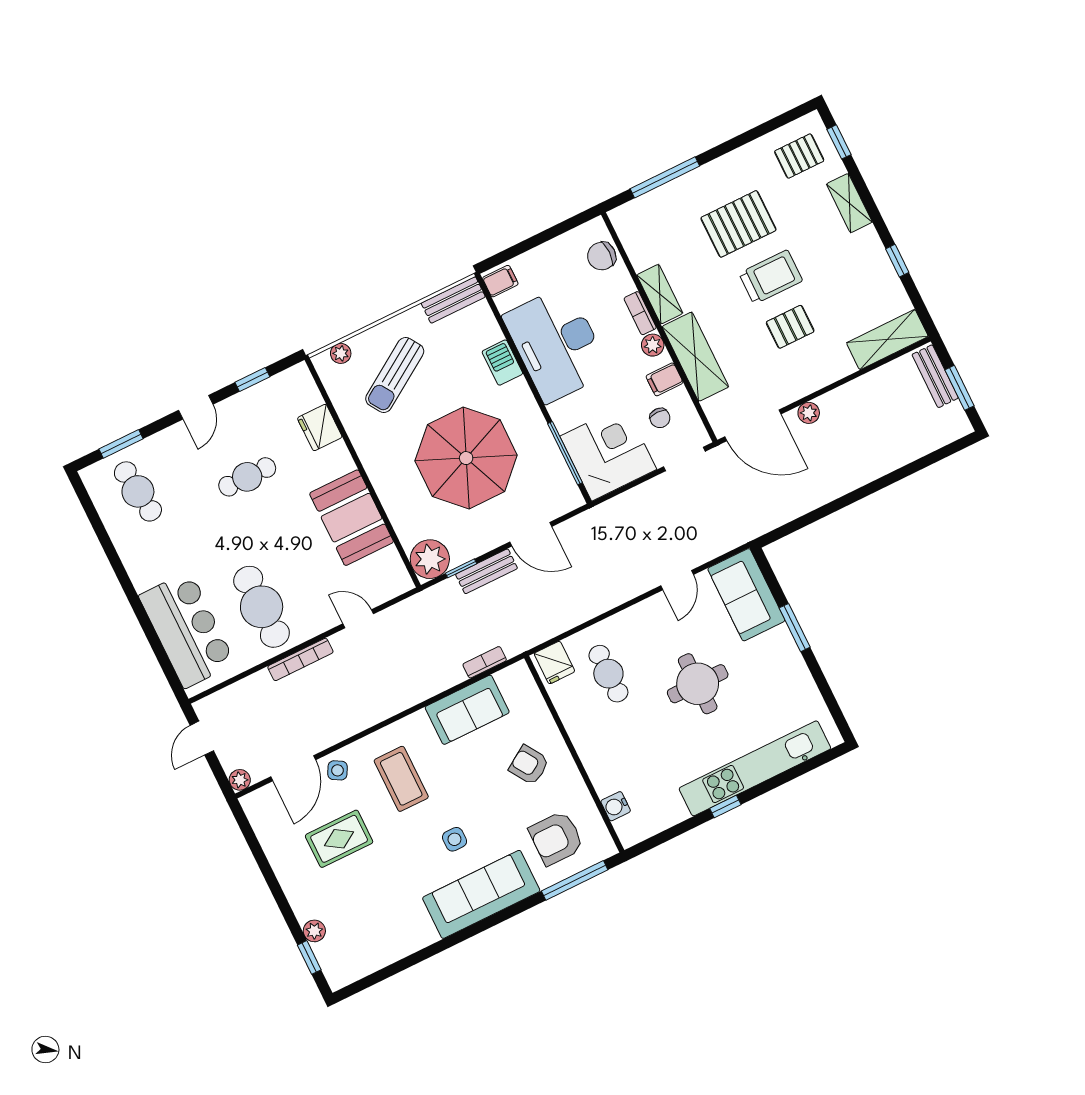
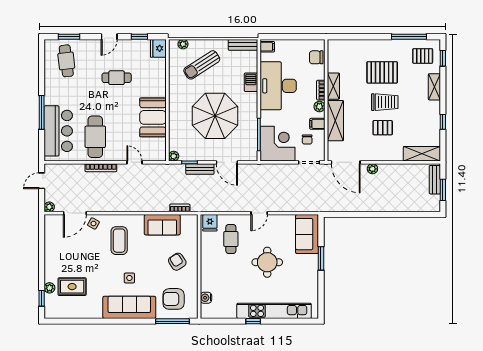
window: (665, 177) -> (409, 37), moved
fridge: (320, 427) -> (158, 48), moved
plant: (430, 559) -> (174, 156), width x0.53, depth x0.53
door: (677, 580) -> (259, 213), moved
window: (139, 610) -> (42, 112), added
rug: (339, 839) -> (72, 287), moved

